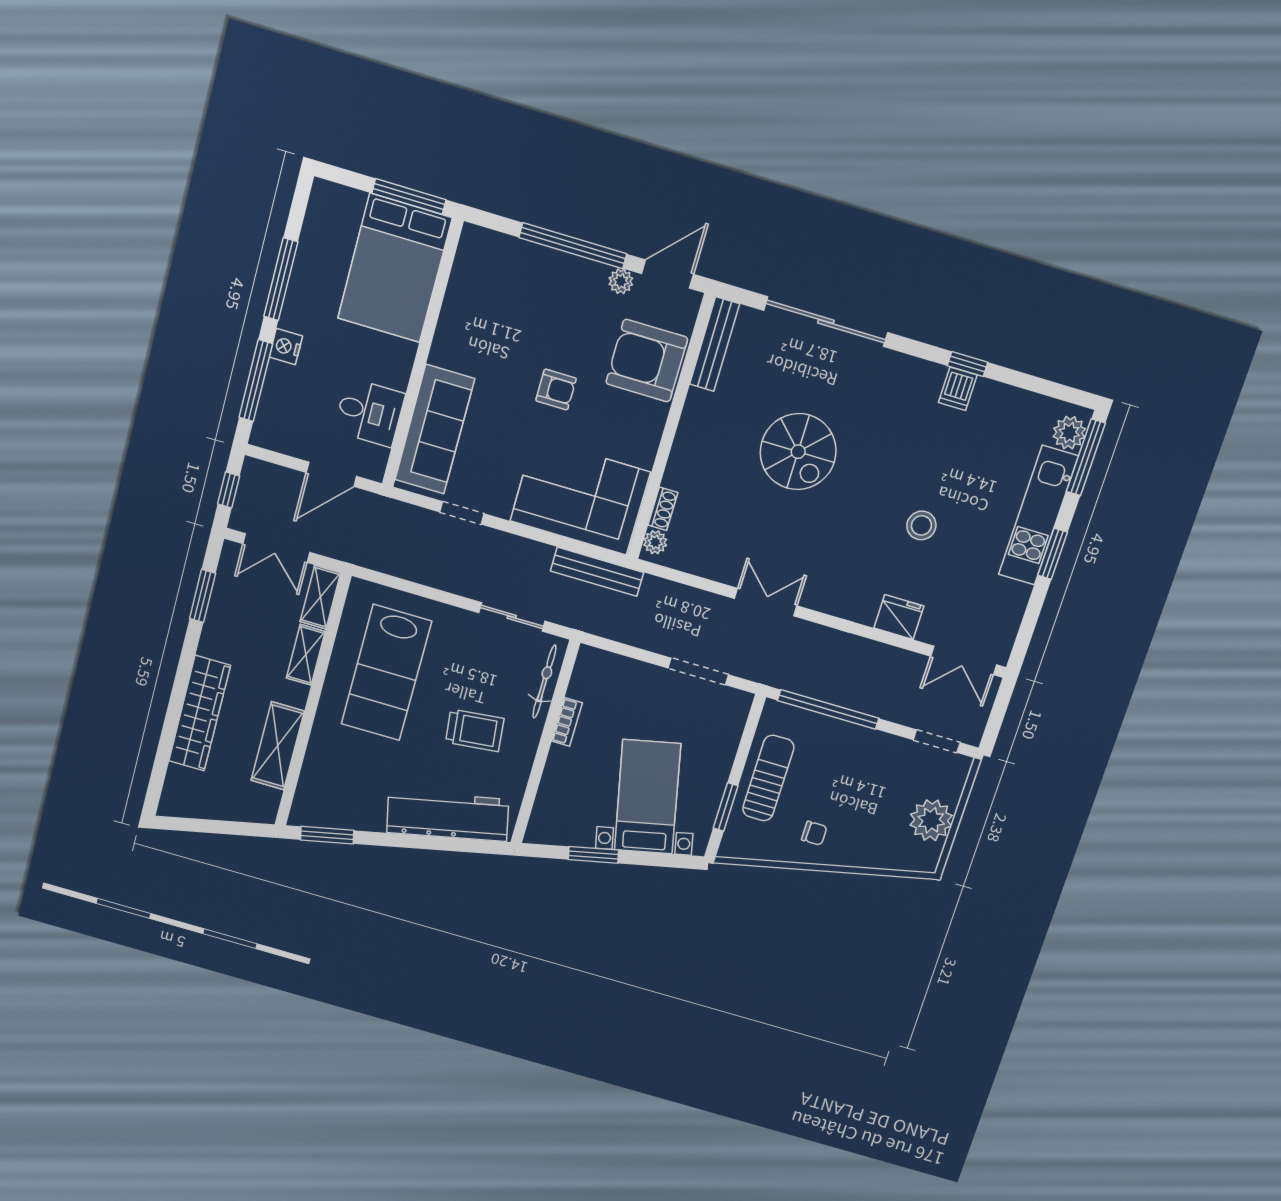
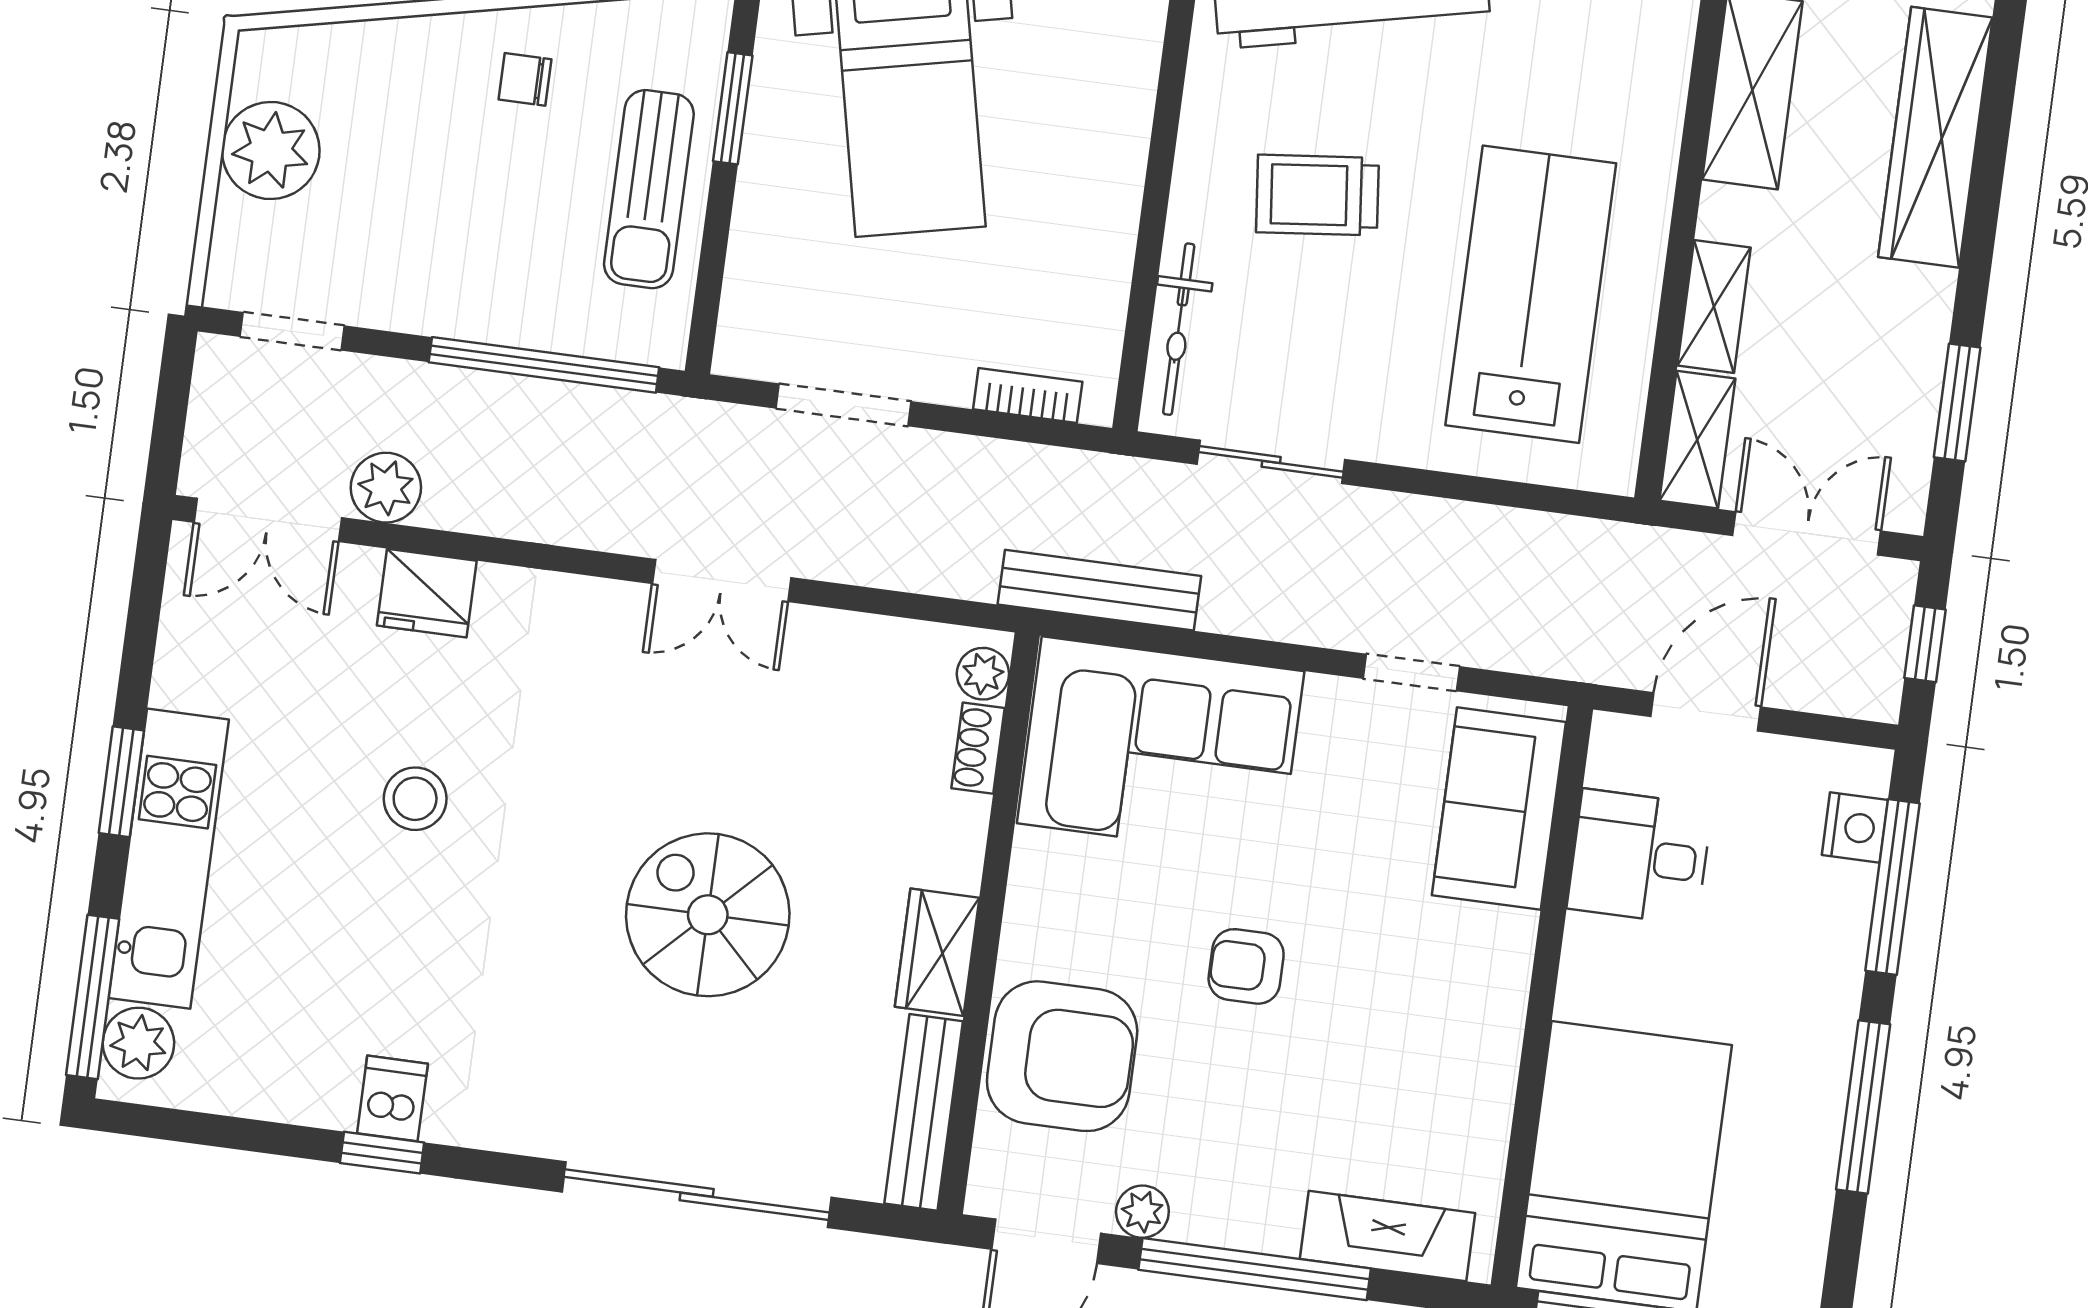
fireplace: (509, 252) -> (1388, 1236), added
nightstand: (286, 347) -> (1855, 827), moved
wardrobe: (696, 418) -> (937, 952), added
sofa: (435, 429) -> (1499, 809), width x0.73
double door: (964, 660) -> (268, 520), swing flipped
plant: (908, 667) -> (386, 488), added
bookcase: (567, 722) -> (1028, 396), moved, turned 90

